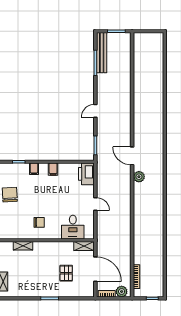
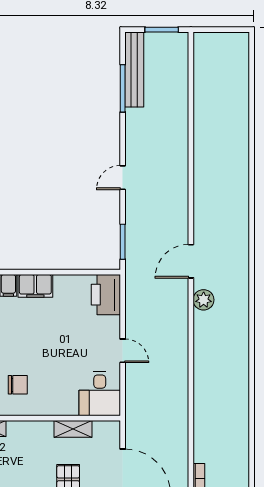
door: (132, 156) -> (191, 261), hinge flipped
filing cabinet: (53, 169) -> (35, 286), width x2.00
desk: (73, 227) -> (100, 394), moved
shelving: (84, 246) -> (73, 429), moved

